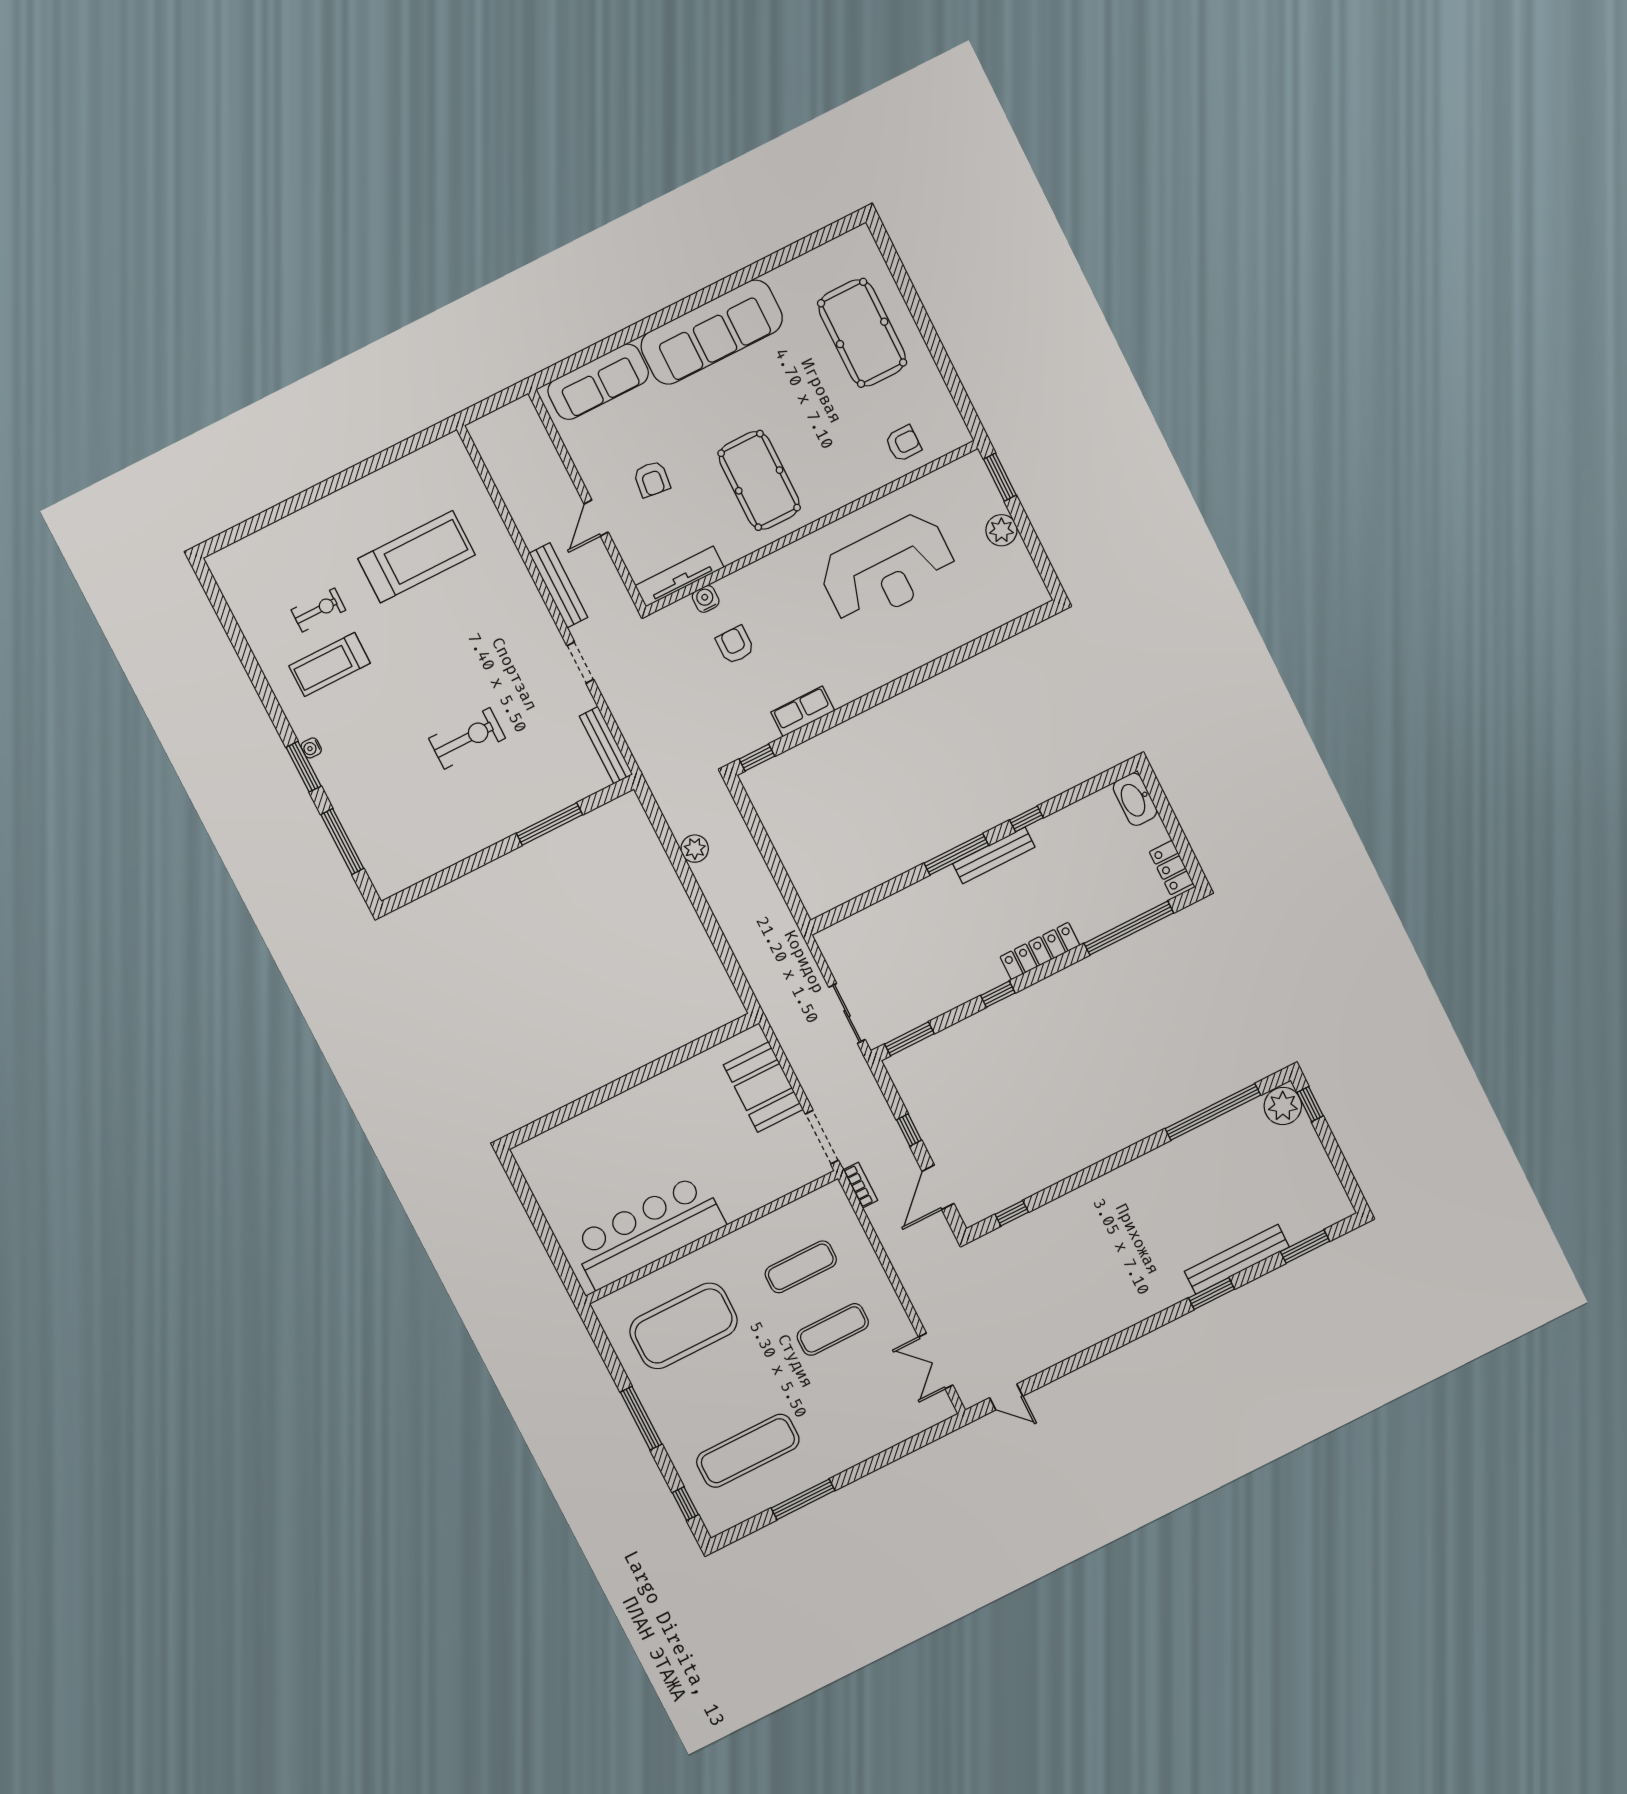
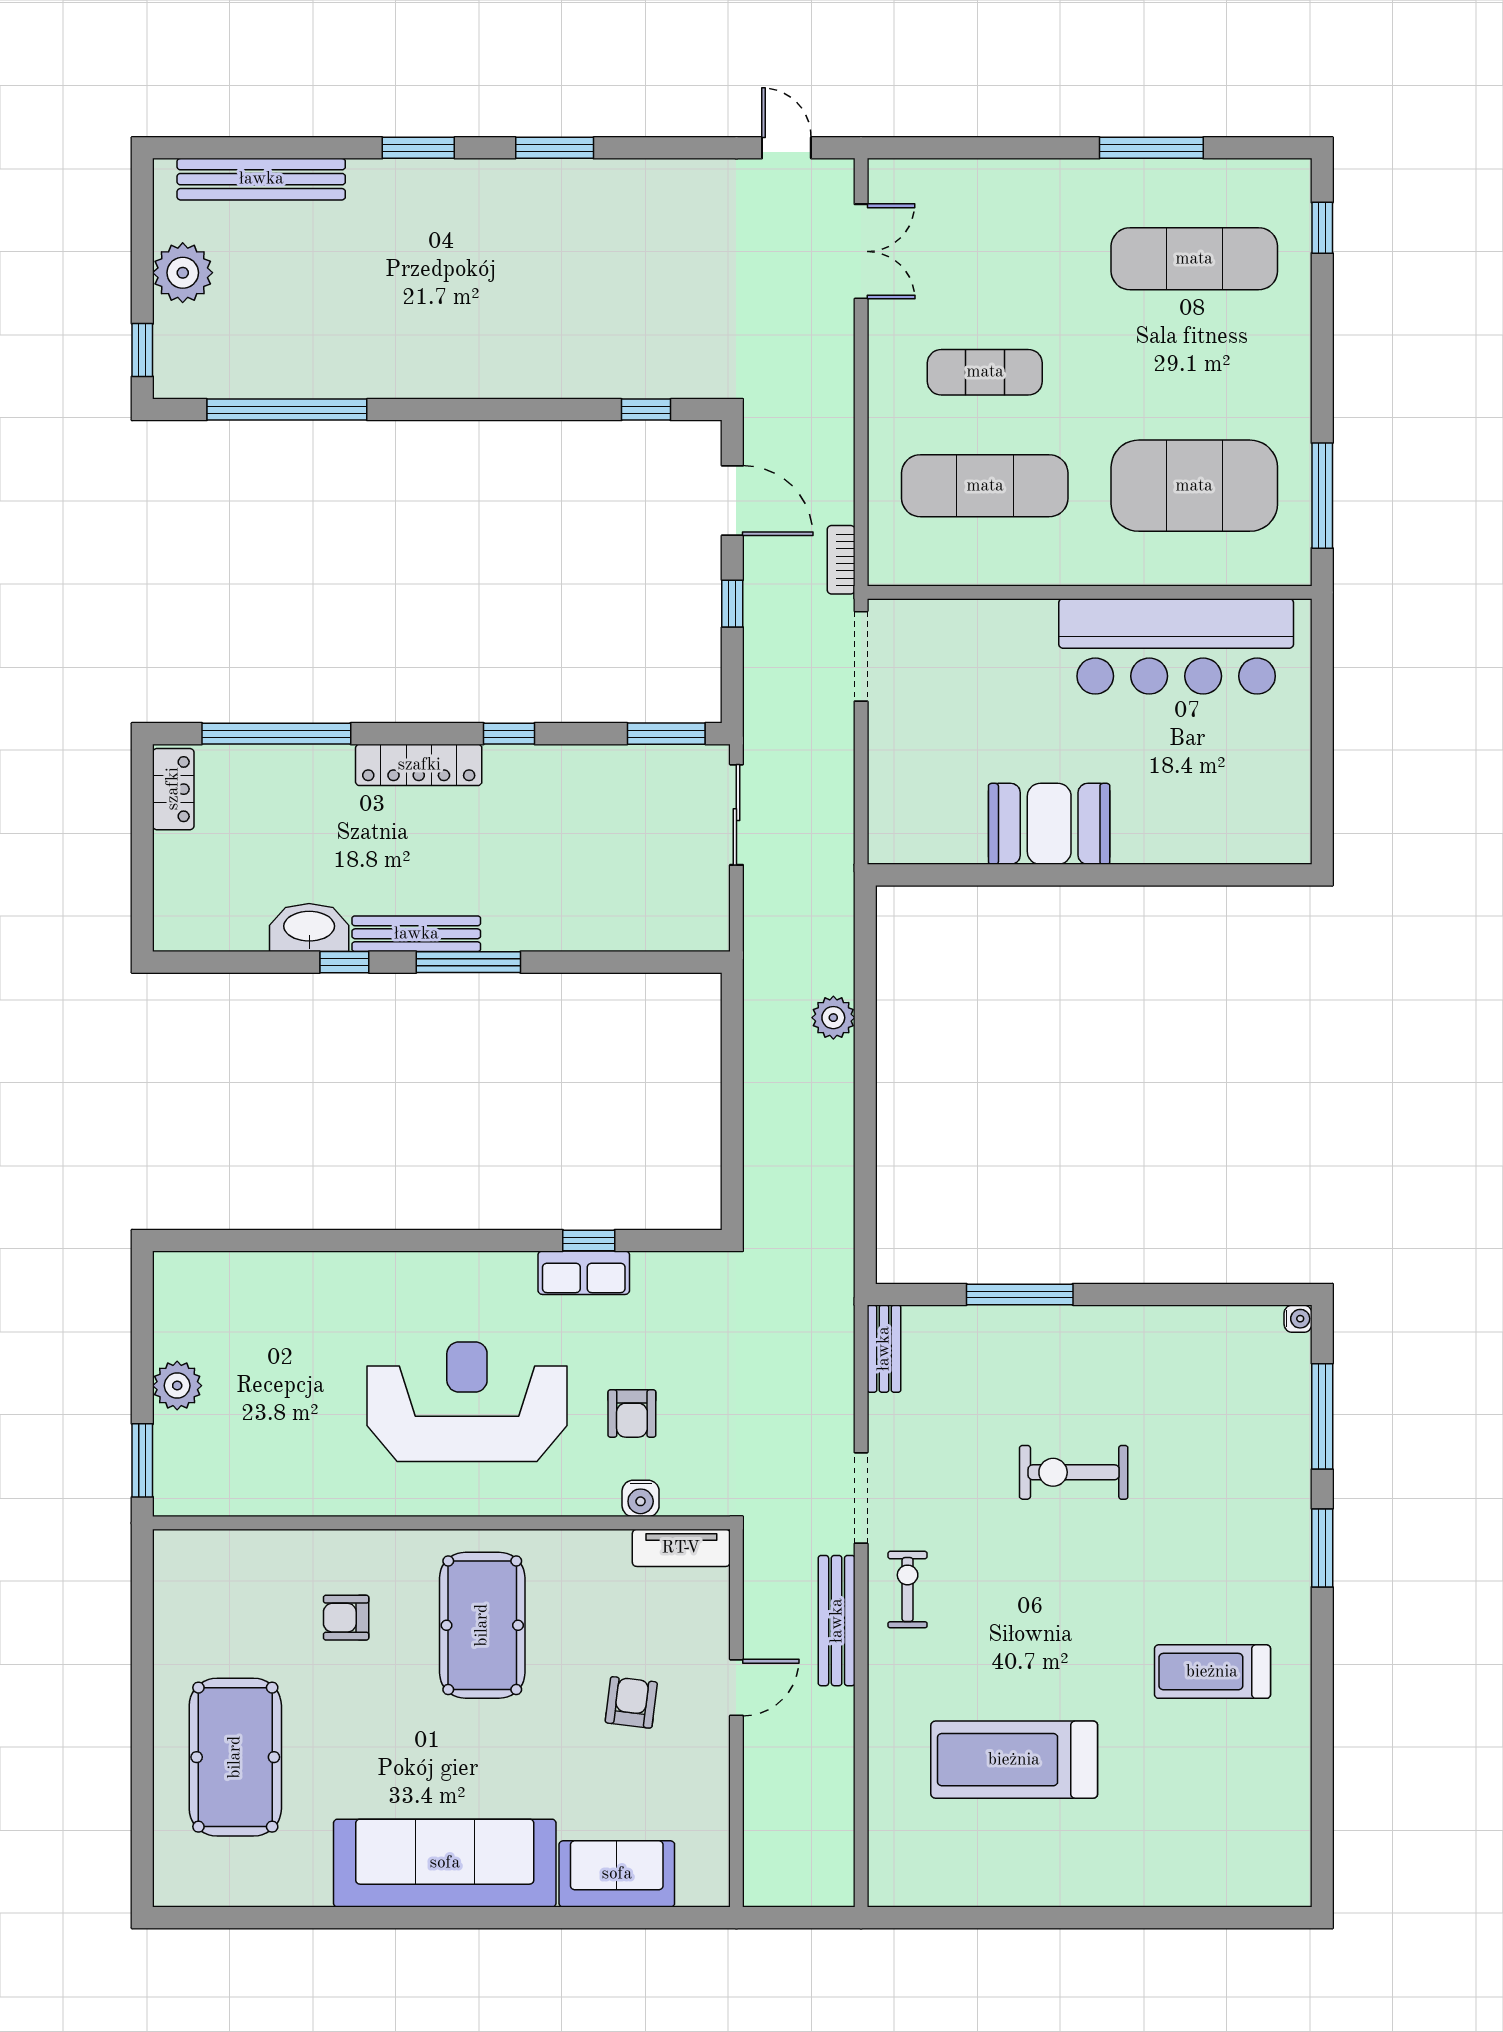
sofa: (598, 382) -> (617, 1874), width x0.73
armchair: (903, 443) -> (346, 1618), moved
reception desk: (887, 569) -> (467, 1402), moved
tv unit: (679, 577) -> (681, 1548), width x0.71
exercise bike: (318, 610) -> (908, 1590), moved, turned 90
doorway: (580, 663) -> (861, 1498), width x1.38
treadmill: (330, 665) -> (1212, 1672), turned 180
bench: (606, 745) -> (884, 1349), width x0.73
water cooler: (311, 748) -> (1298, 1319), moved
window: (757, 758) -> (589, 1240), moved
washbasin: (1135, 799) -> (309, 928), moved, turned -90
plant: (695, 849) -> (833, 1018), moved
booth: (763, 1087) -> (1049, 824), moved, turned 90
plant: (1283, 1106) -> (183, 273), moved
door: (938, 1187) -> (732, 500), hinge flipped
window: (1305, 1246) -> (555, 148), moved
bench: (1237, 1259) -> (261, 179), moved
exercise mat: (801, 1267) -> (985, 486), width x1.36, depth x1.45
window: (641, 1418) -> (1322, 496), moved

